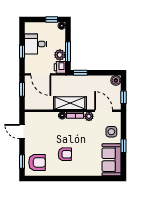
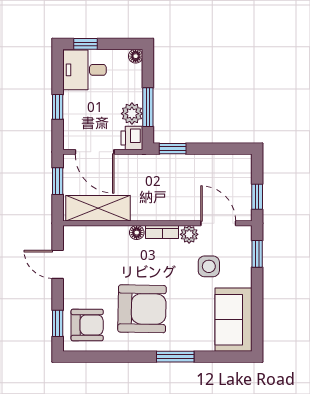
window: (52, 19) -> (85, 44), moved
desk: (36, 44) -> (85, 70), moved
boiler: (116, 80) -> (242, 164), removed
shelving: (70, 103) -> (98, 208), moved
side table: (111, 132) -> (209, 266), moved
window: (123, 146) -> (257, 254), moved
armchair: (65, 154) -> (142, 309), width x1.88, depth x1.88
window: (82, 178) -> (175, 357), added

